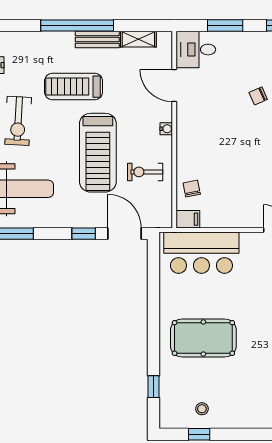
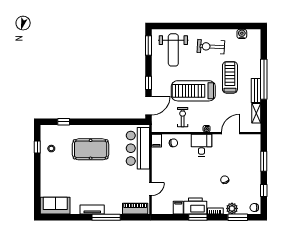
desk: (196, 50) -> (202, 145), moved
pool table: (203, 338) -> (91, 149), turned 90

